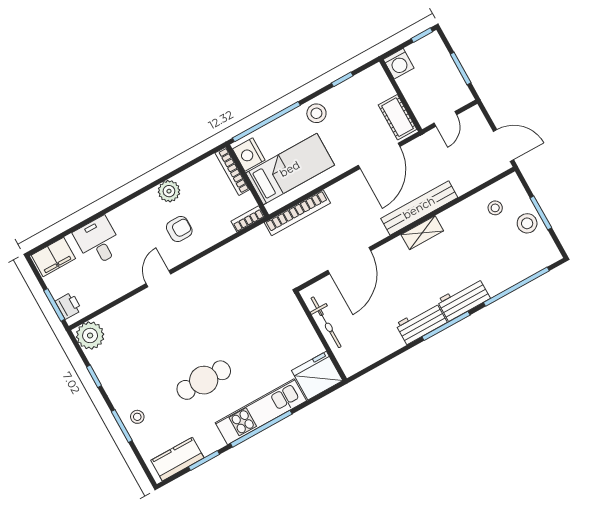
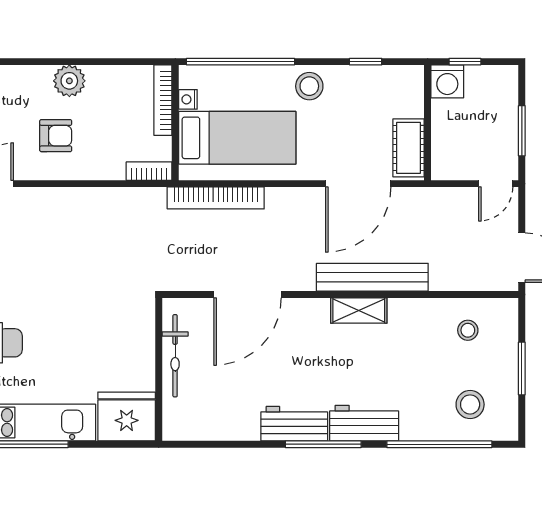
window: (422, 35) -> (465, 62), moved
door: (445, 119) -> (496, 184), moved
nightstand: (249, 155) -> (188, 99), width x0.53, depth x0.56
stool: (527, 223) -> (470, 404), moved

